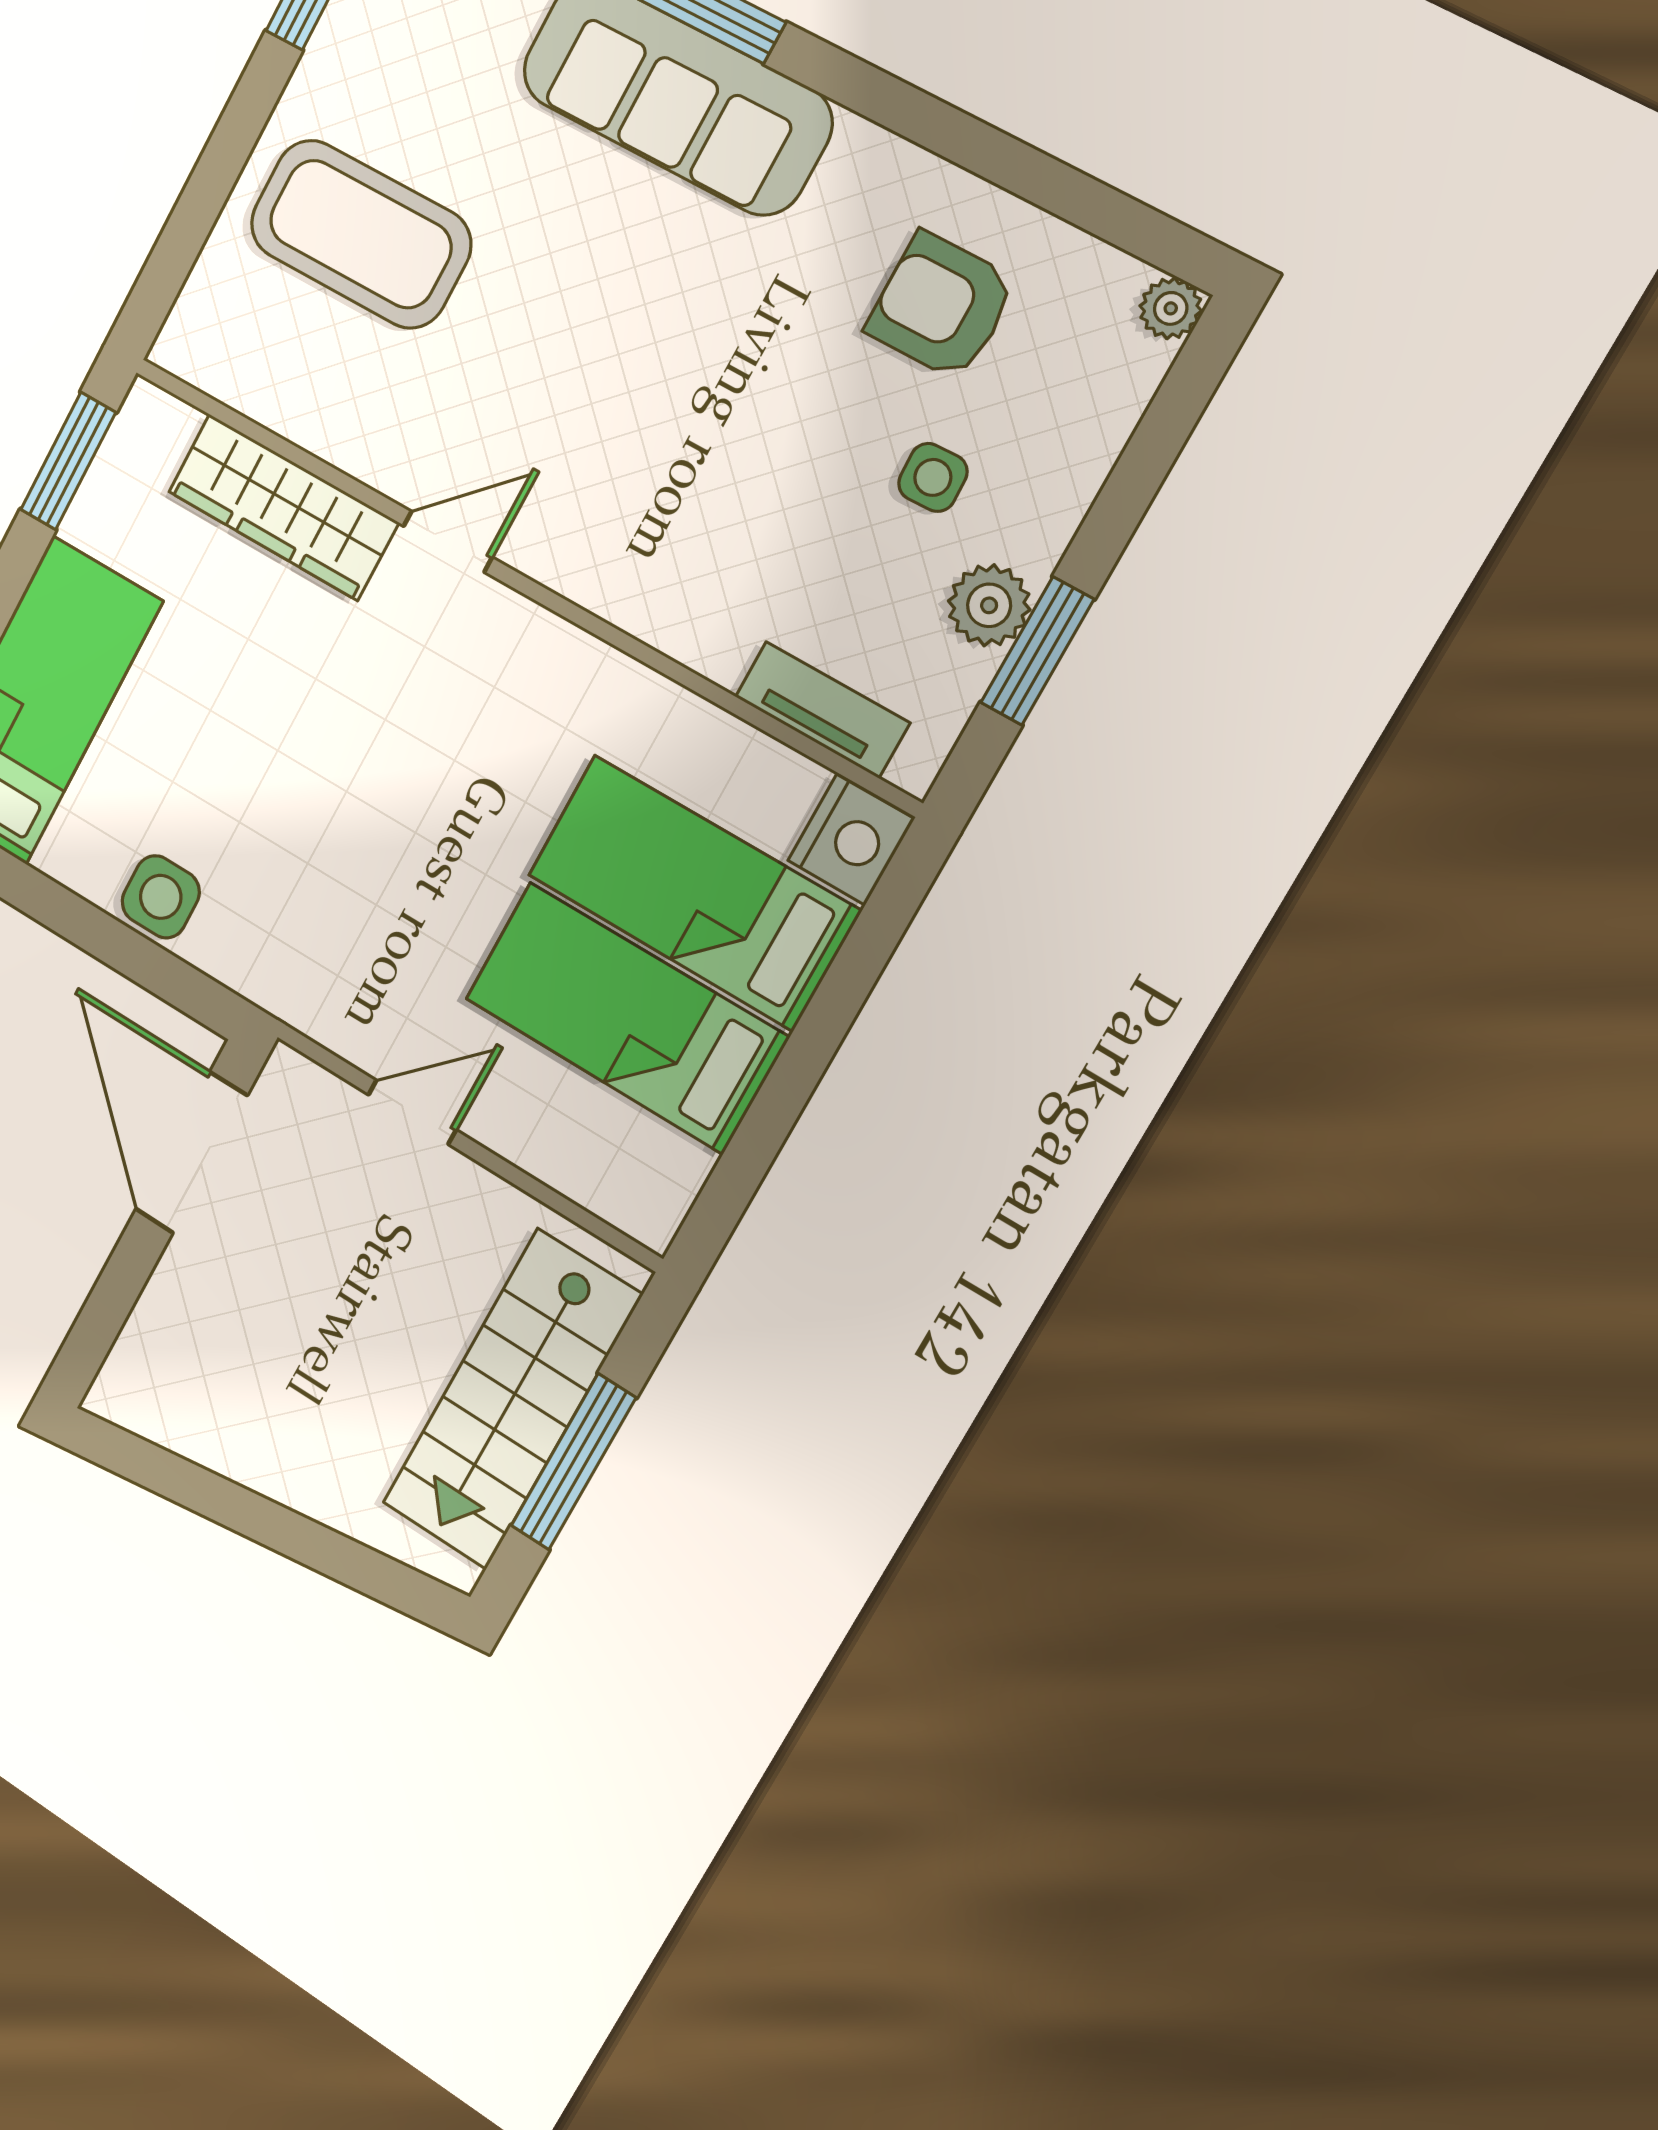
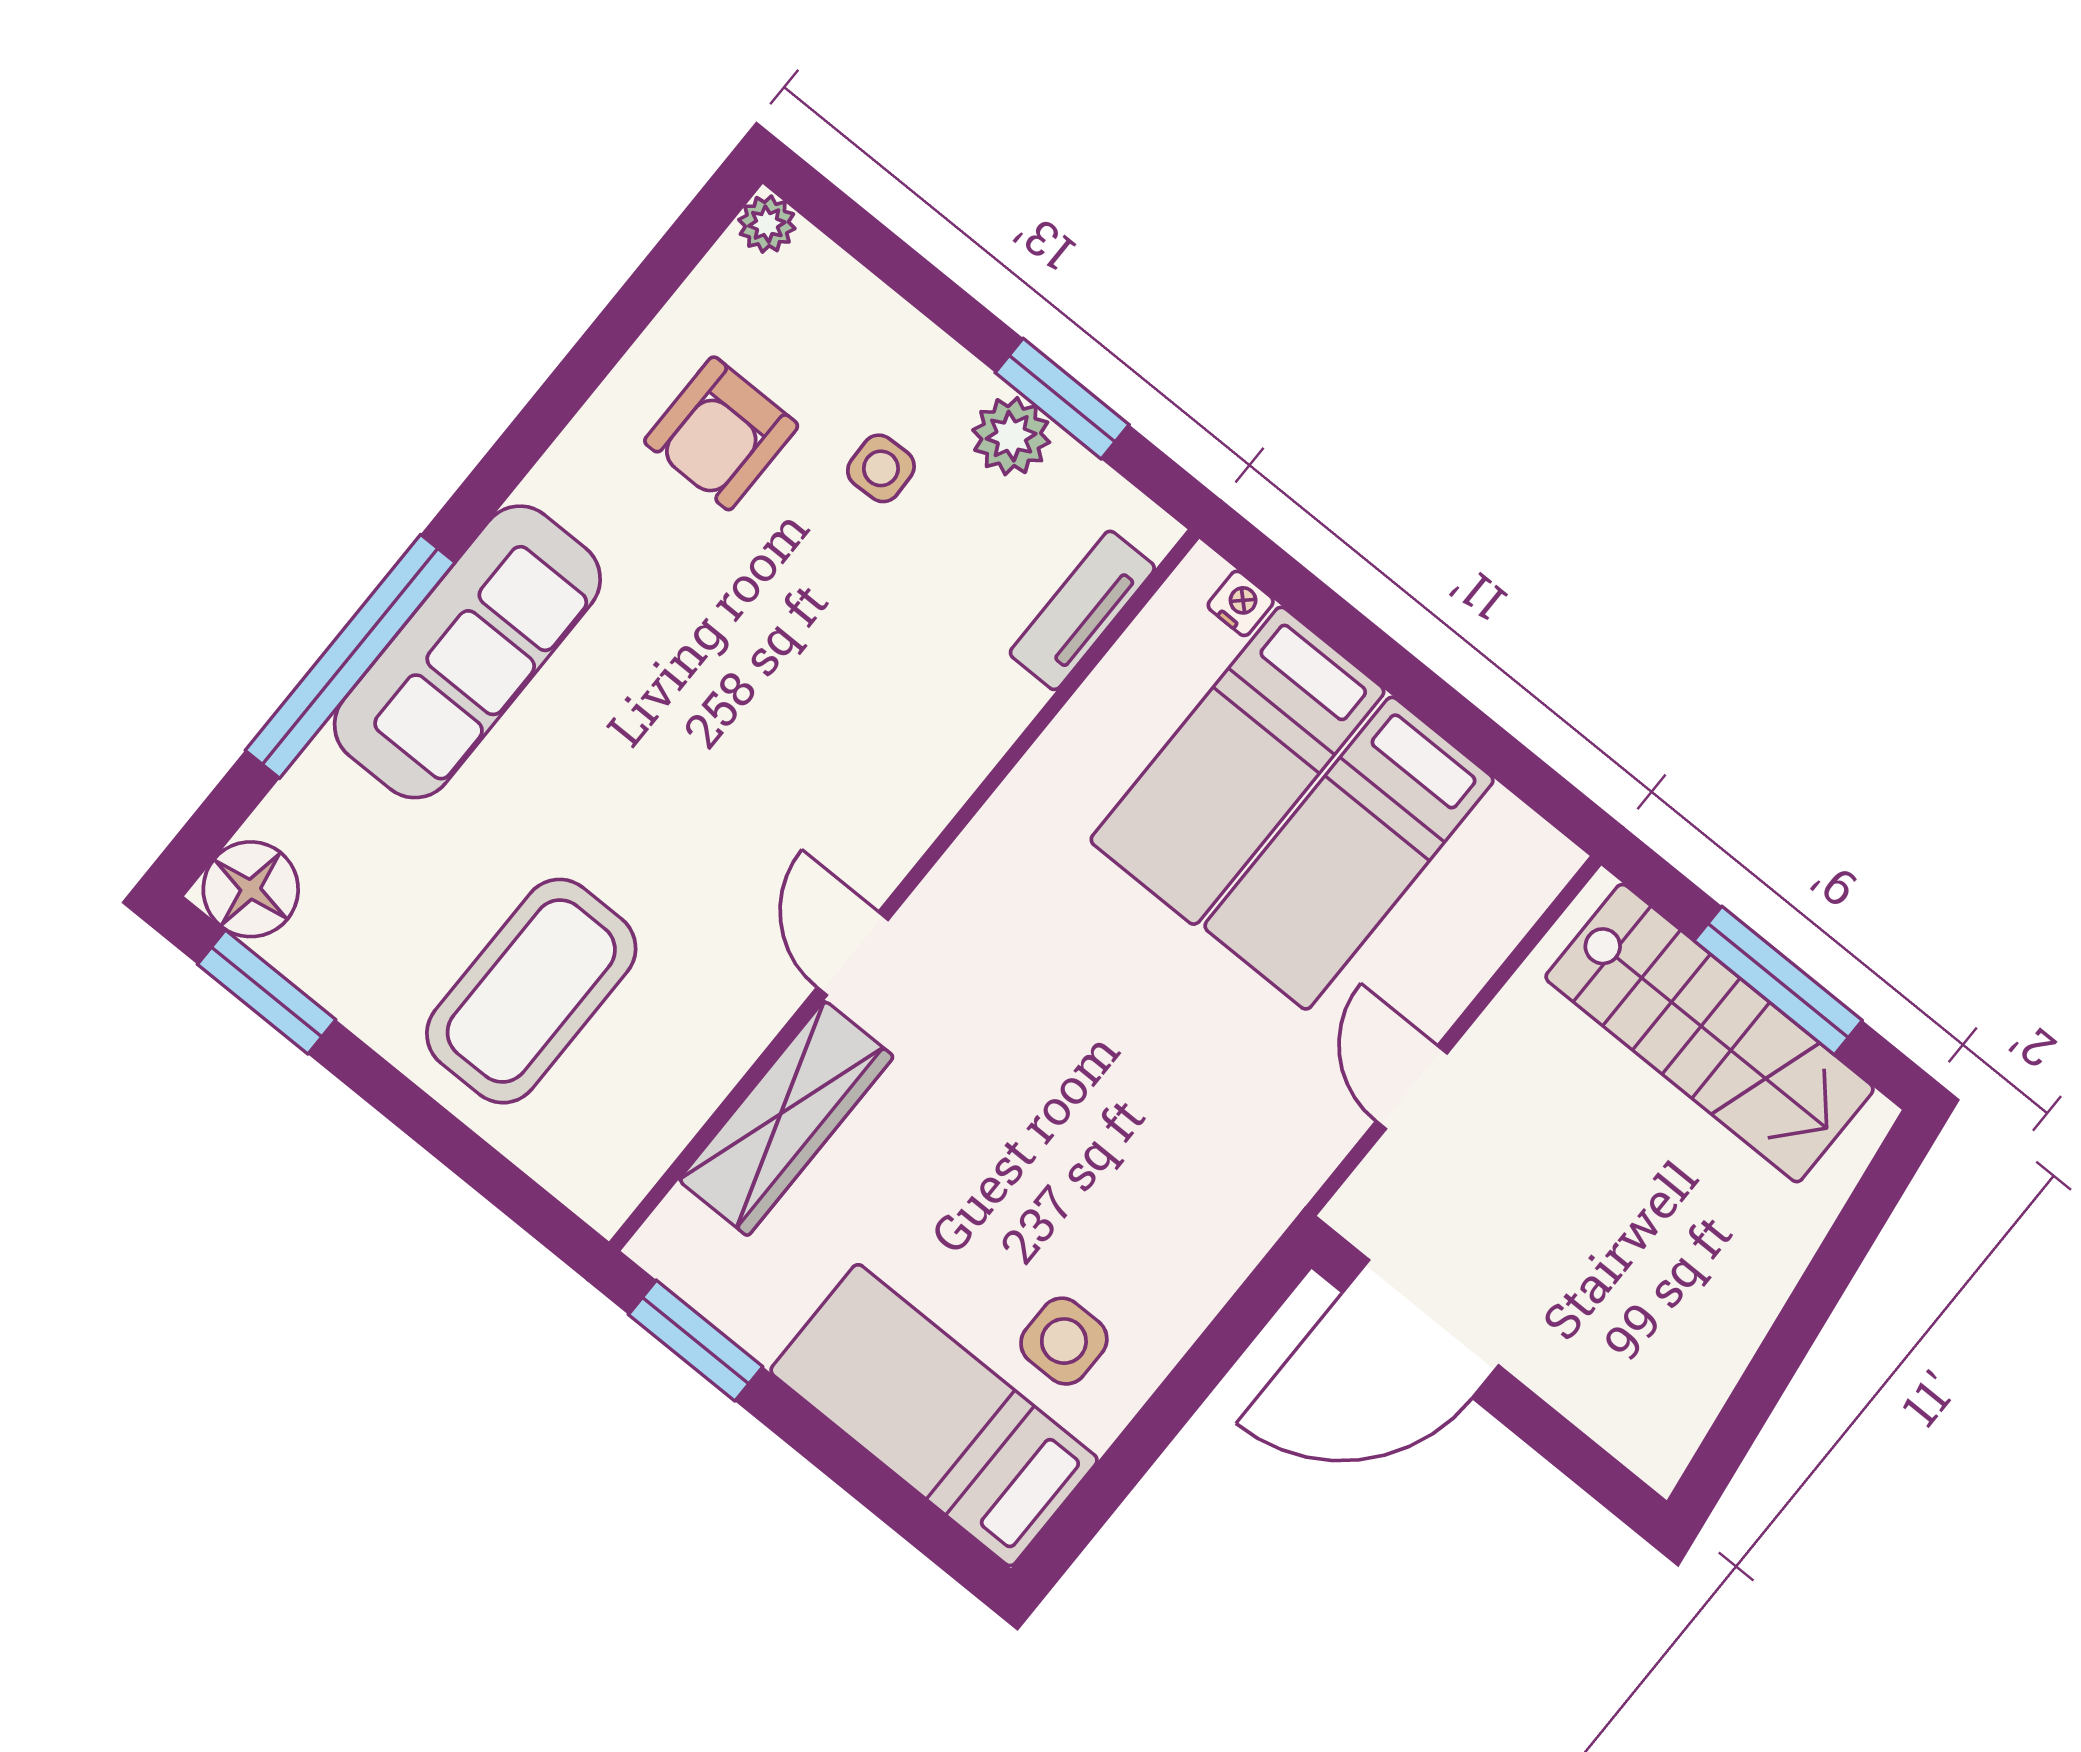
nightstand: (851, 840) -> (1241, 603), width x0.53, depth x0.56
side table: (161, 897) -> (1064, 1341), moved

